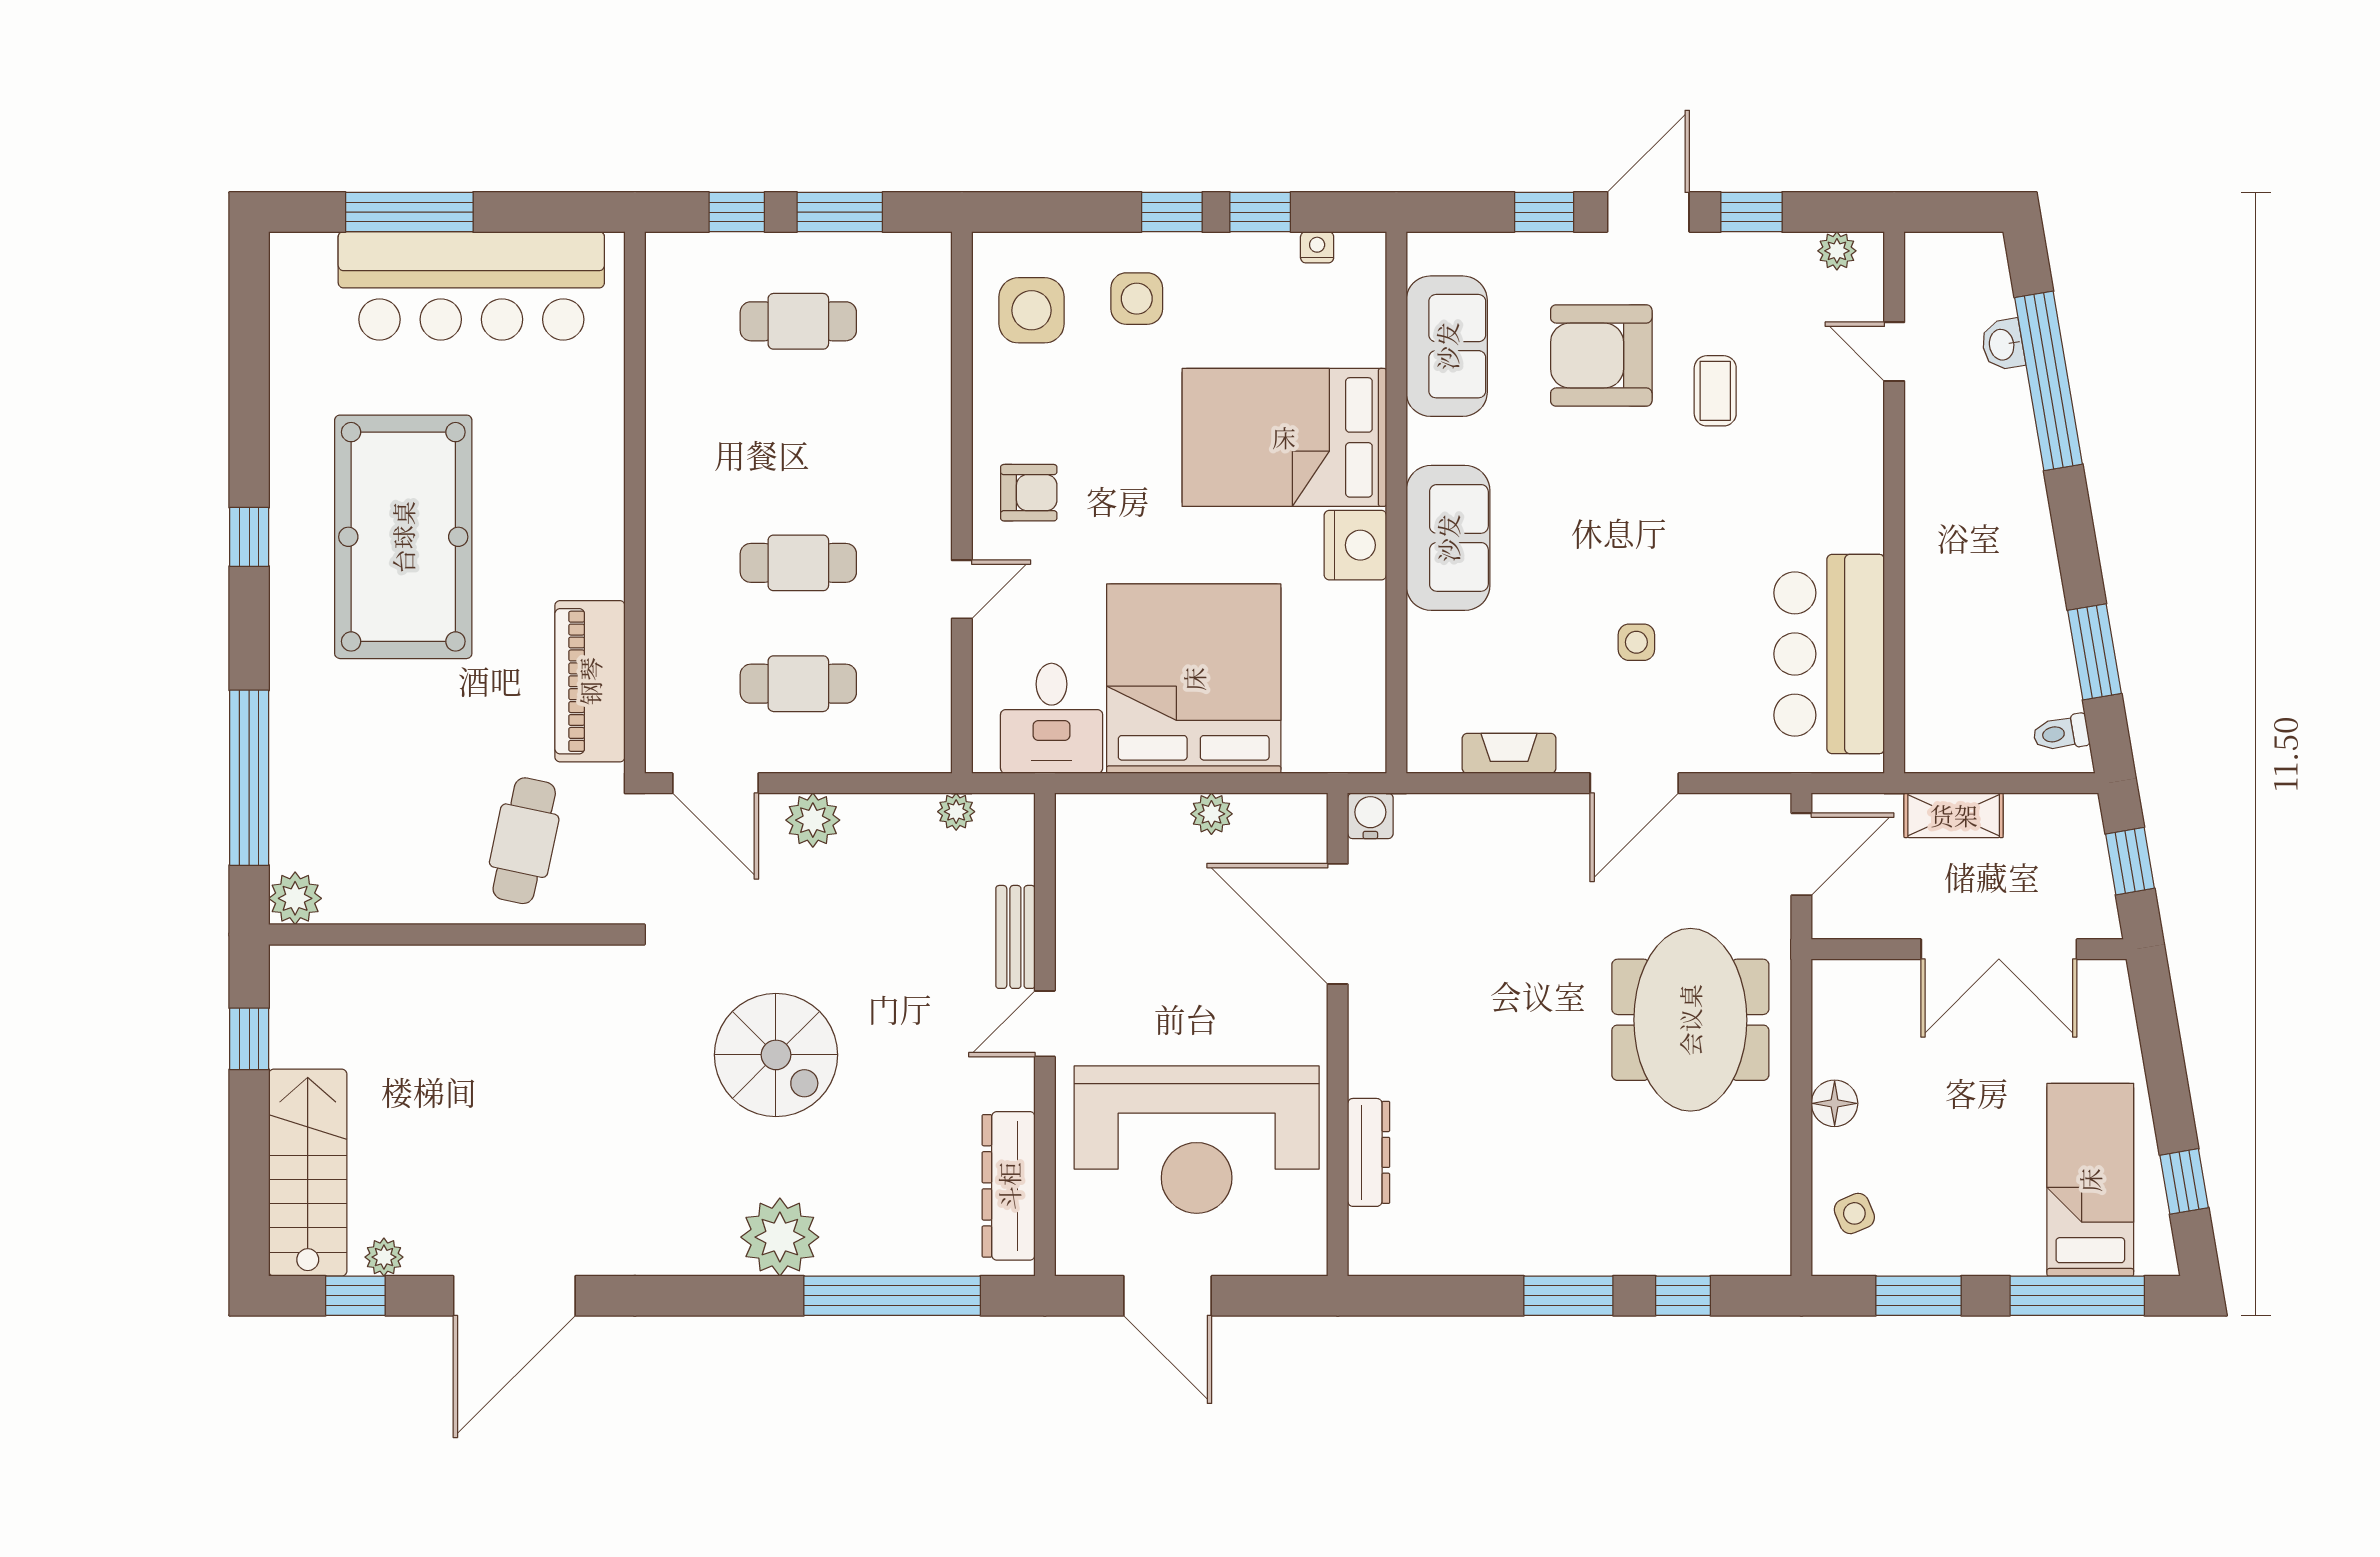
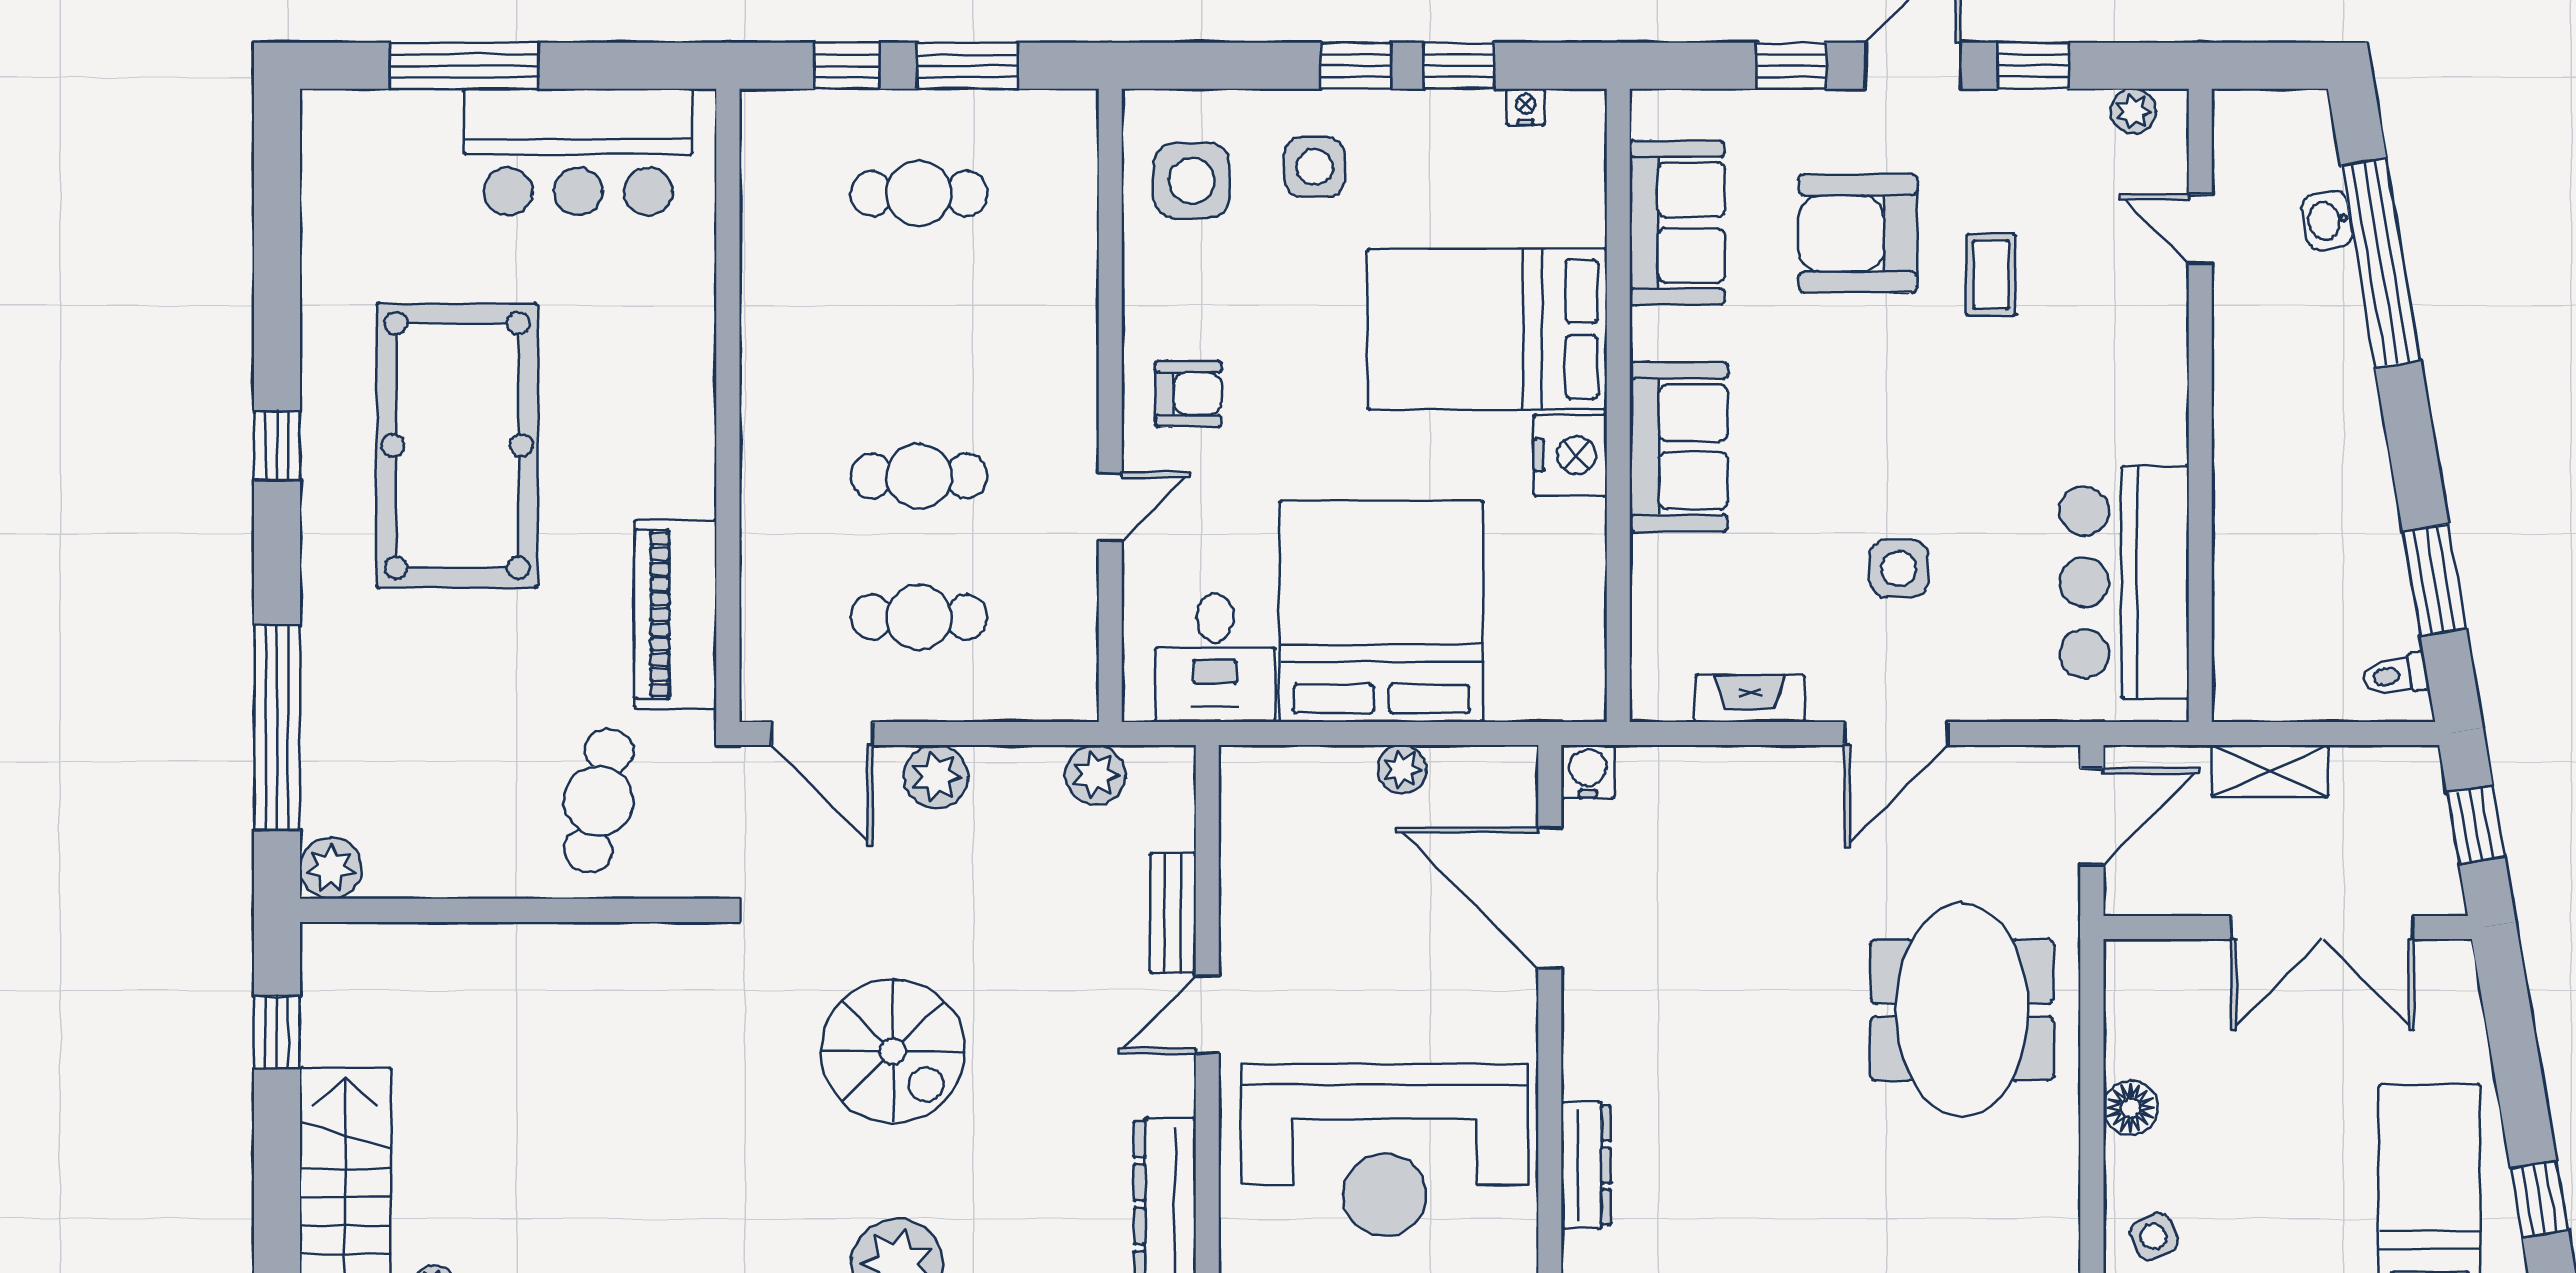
bar counter: (471, 286) -> (578, 152), width x0.73
side table: (1636, 642) -> (1899, 569), width x1.37, depth x1.37
plant: (956, 812) -> (1095, 775), width x1.38, depth x1.38

